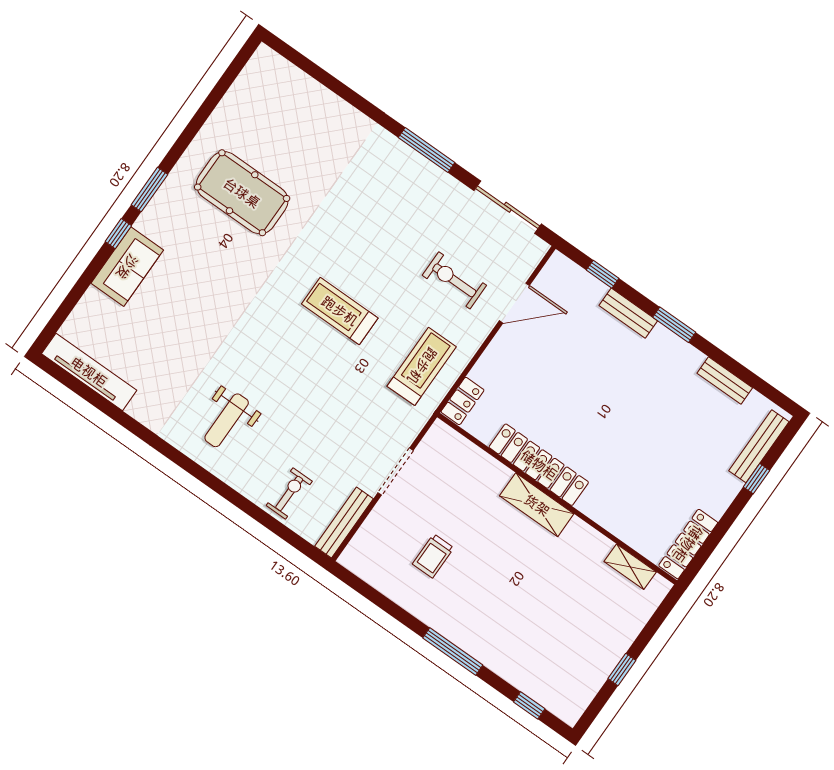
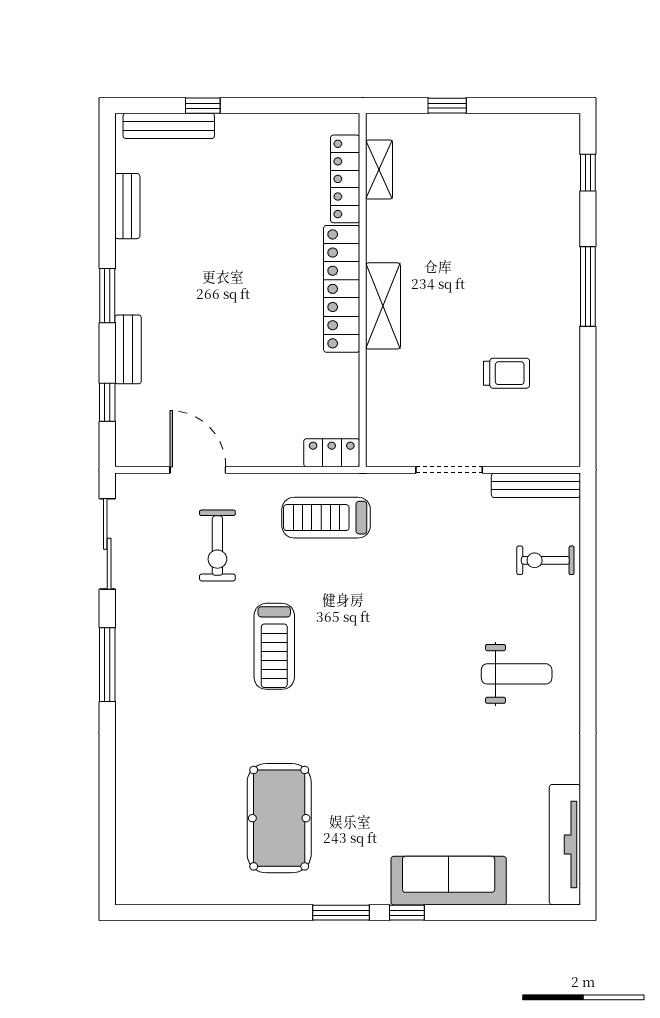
sofa: (127, 267) -> (449, 881), width x1.36
treadmill: (340, 311) -> (274, 646), moved
locker: (539, 465) -> (342, 289), moved
locker: (688, 544) -> (345, 179), moved, turned 90
window: (622, 669) -> (447, 106), moved

